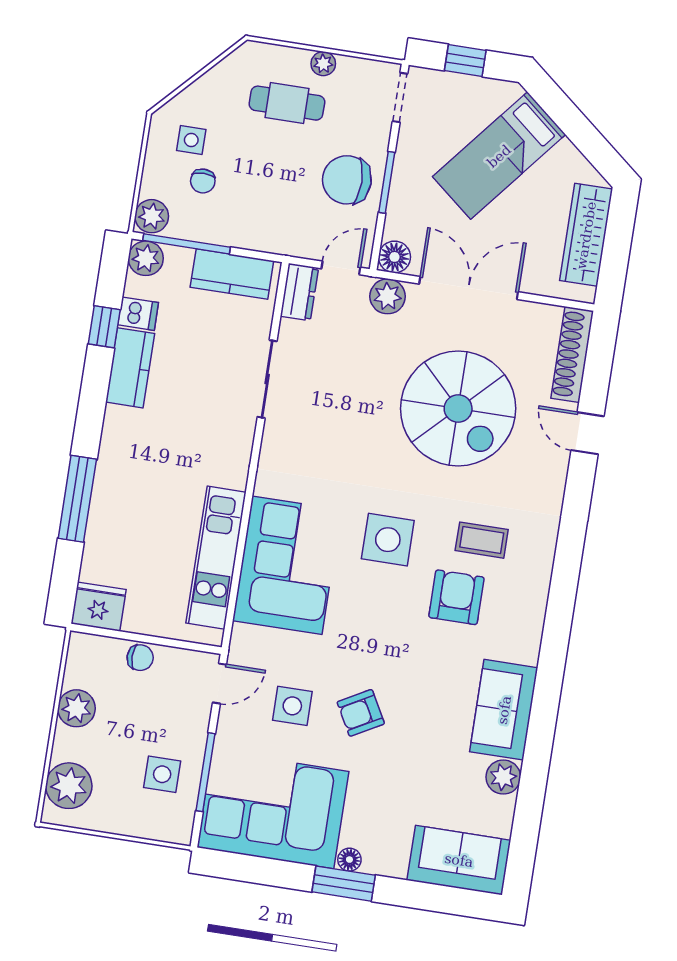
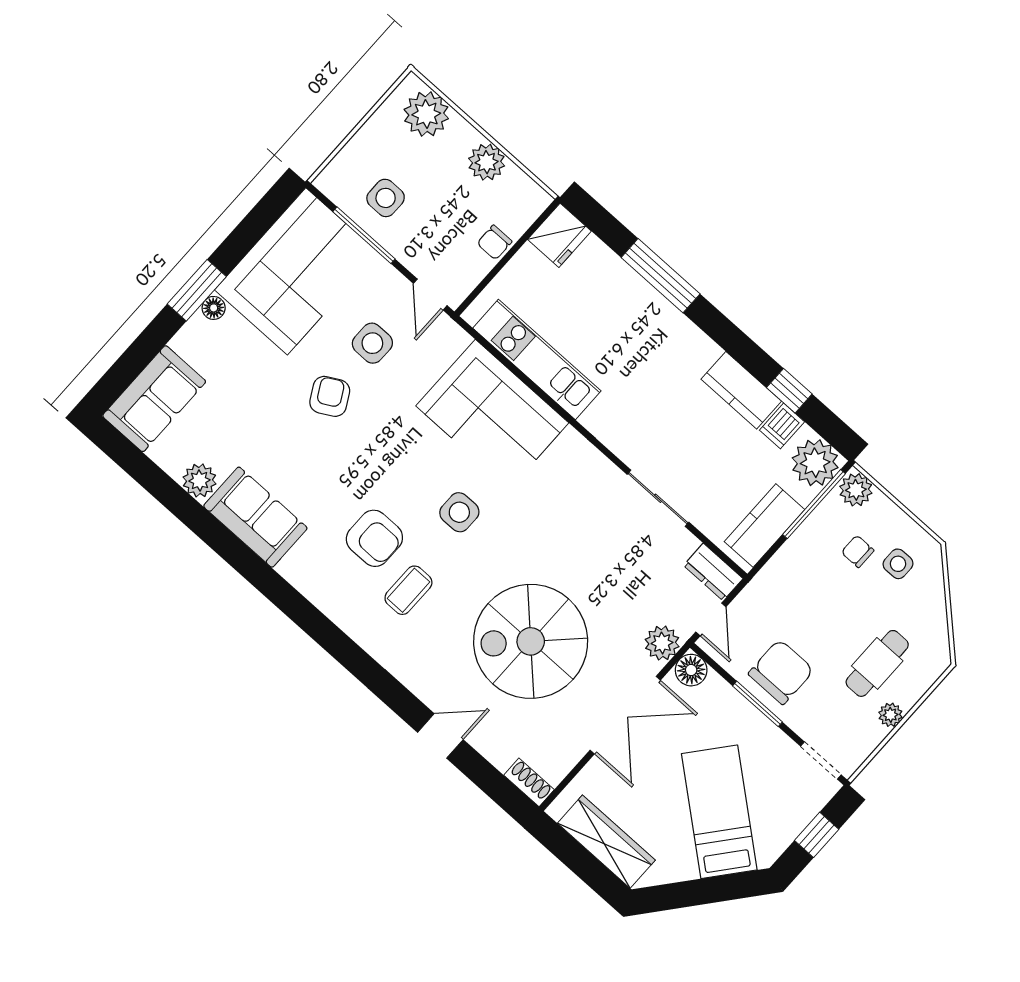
plant: (146, 258) -> (815, 463), width x1.36, depth x1.36
shoe rack: (572, 355) -> (529, 782), width x0.51, depth x0.81
side table: (388, 540) -> (459, 512), width x0.73, depth x0.73

